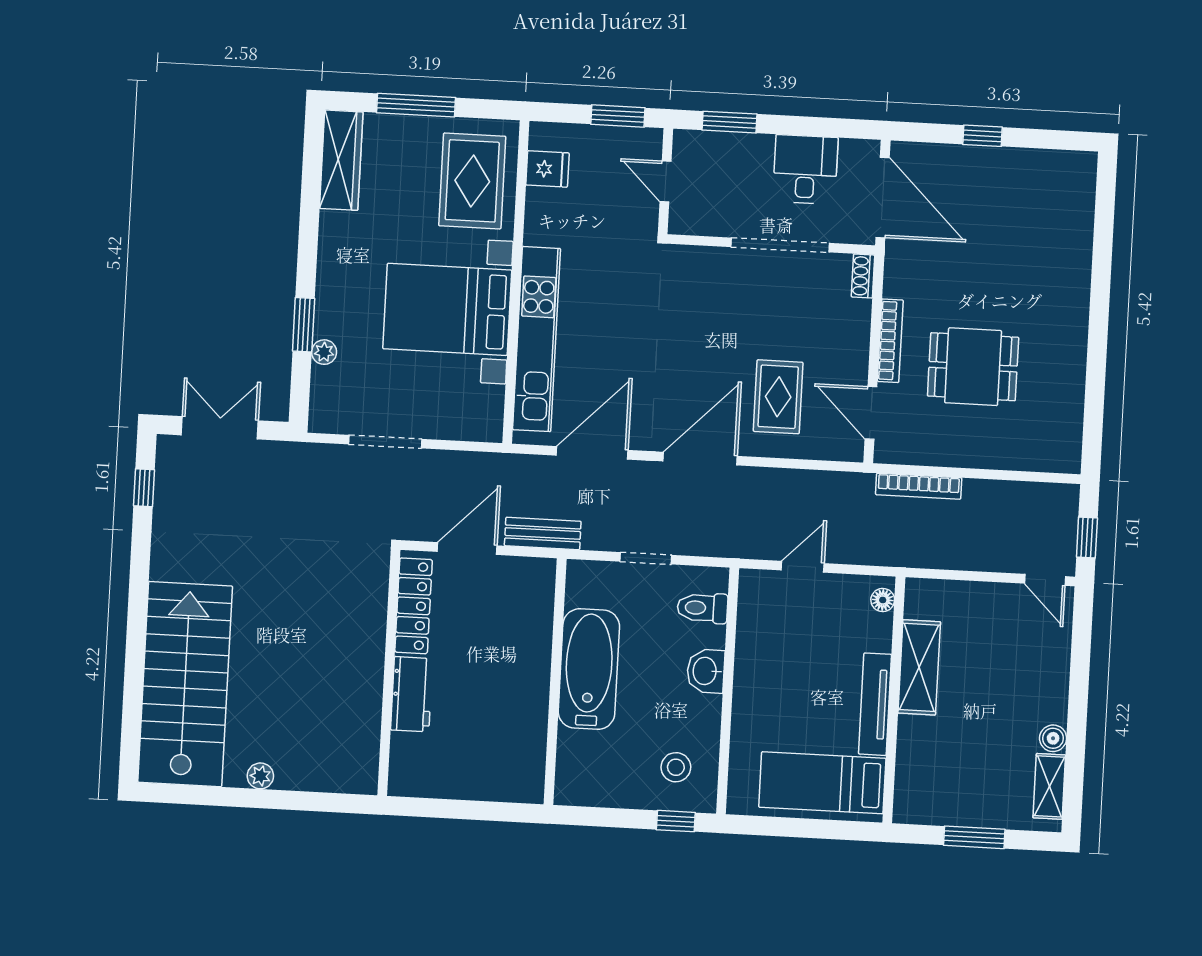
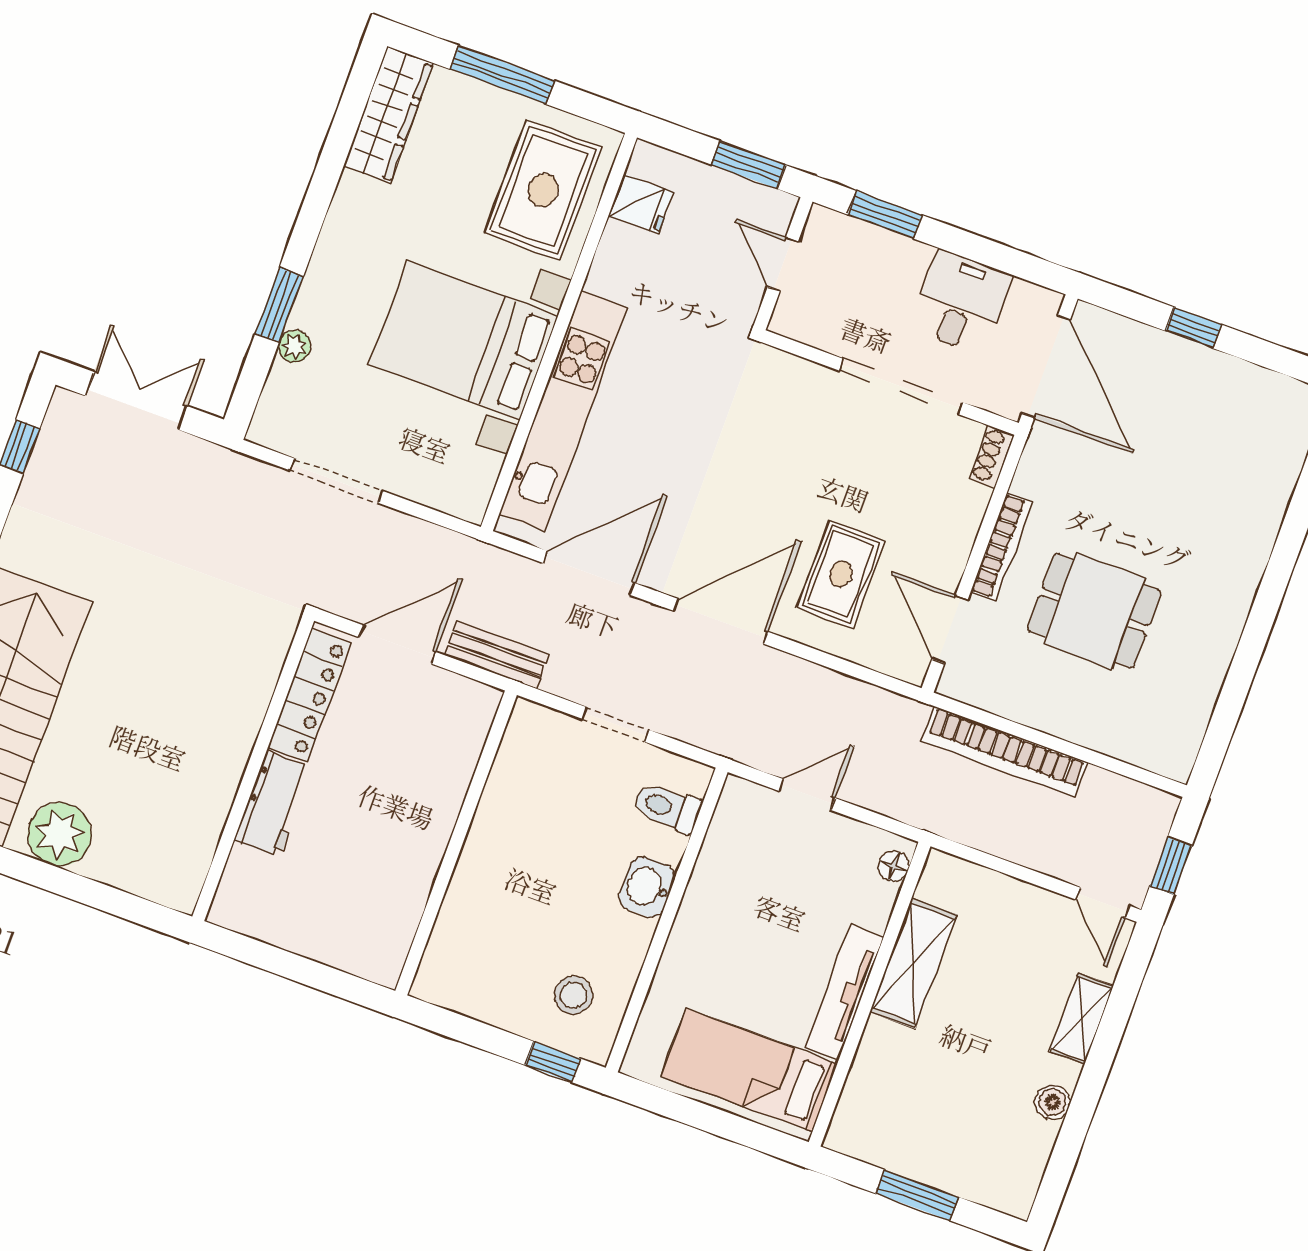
bookcase: (919, 486) -> (1005, 752), width x1.48, depth x1.31
bathtub: (589, 669) -> (503, 840), removed
plant: (260, 776) -> (60, 834), width x1.87, depth x1.87
shelving: (1049, 786) -> (1082, 1019), moved

